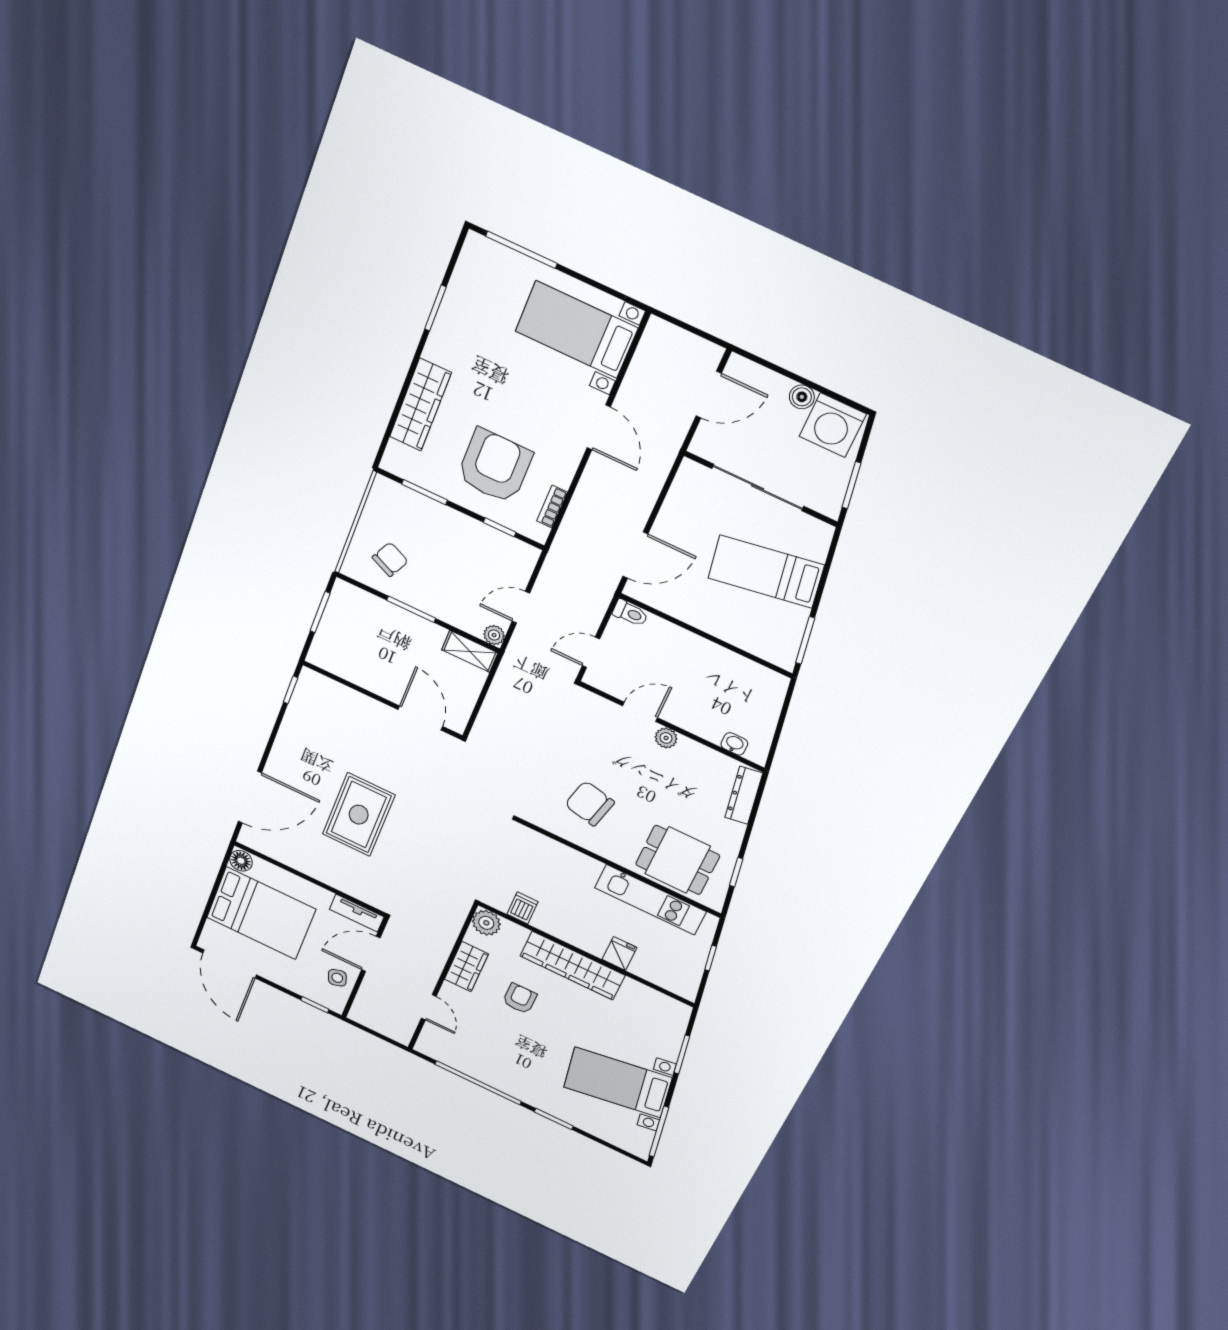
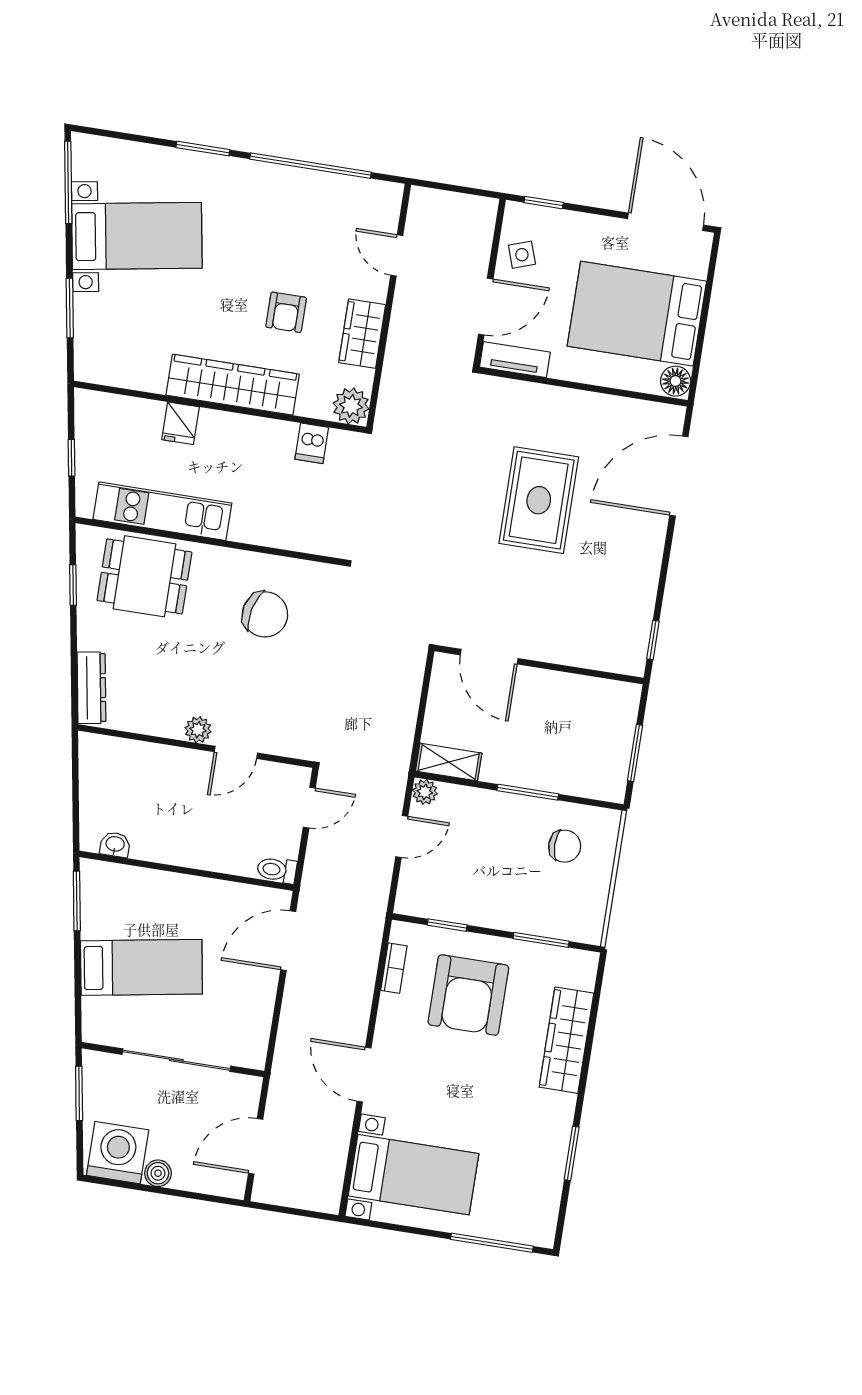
chair: (390, 559) -> (565, 846), turned -115
washbasin: (734, 744) -> (115, 845), moved, turned 180

